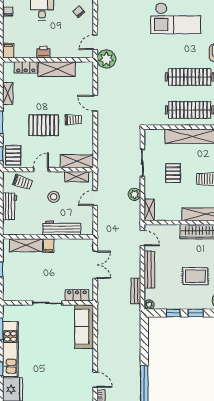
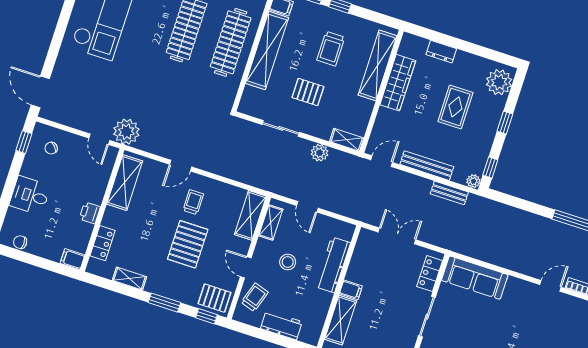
shelving: (57, 69) -> (125, 183), moved
window: (173, 313) -> (490, 167), moved

